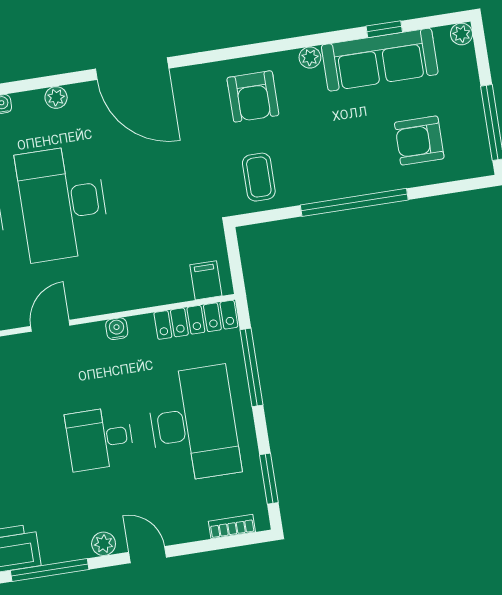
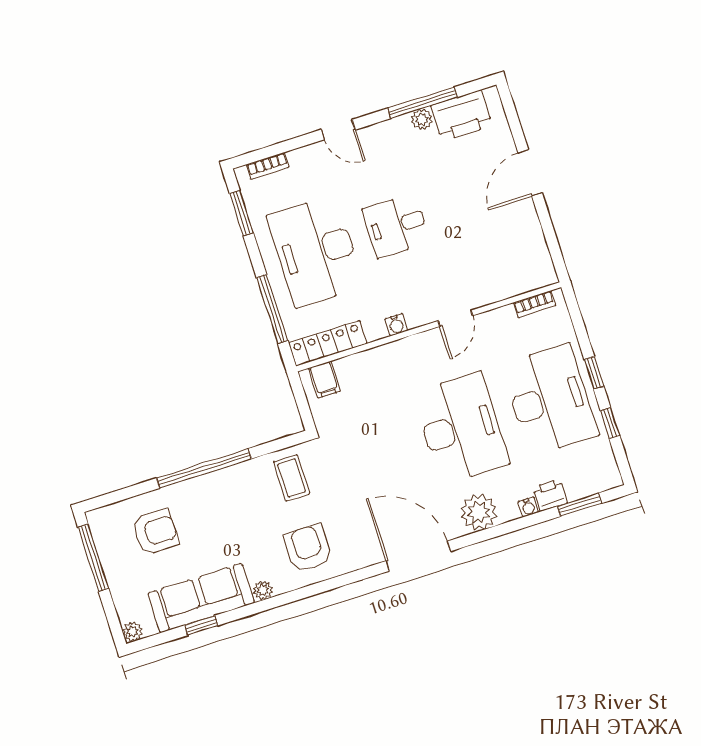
plant: (56, 97) -> (479, 512), width x1.88, depth x1.88
desk: (100, 439) -> (396, 225), turned 180
plant: (104, 544) -> (422, 119), moved

